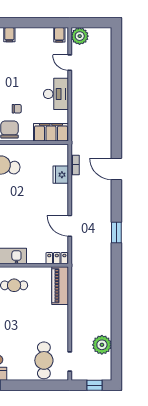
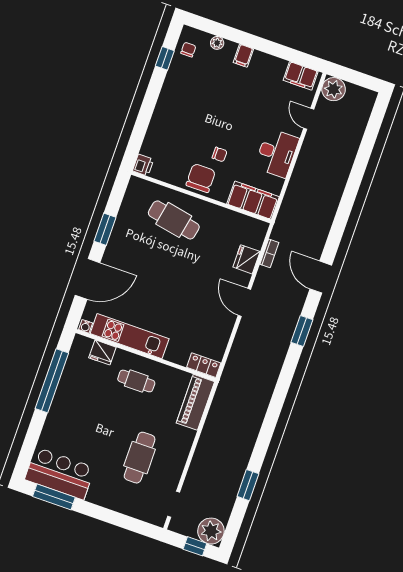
filing cabinet: (59, 35) -> (301, 76), width x2.00
door: (70, 226) -> (244, 302), moved
window: (116, 233) -> (302, 331), moved
window: (116, 330) -> (248, 485), added
plant: (102, 345) -> (211, 531), moved
cafe table: (44, 360) -> (140, 458), moved

